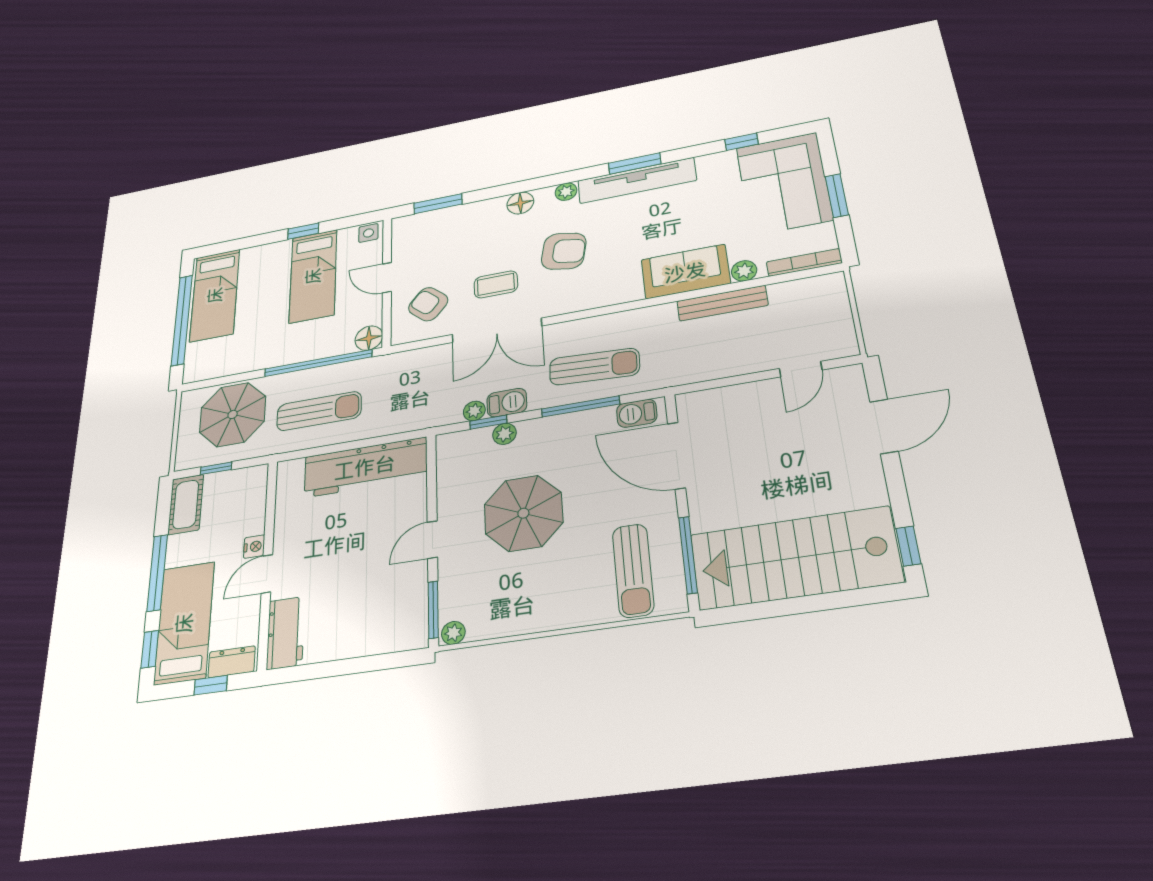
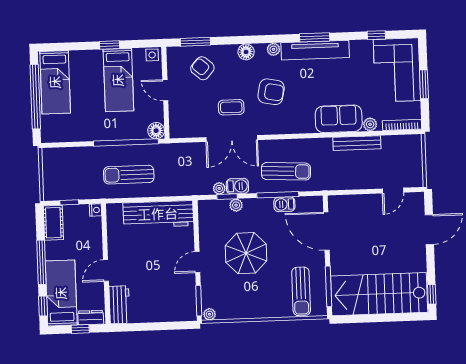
armchair: (428, 304) -> (202, 68), moved
sun lounger: (319, 411) -> (129, 175), turned 180
barbecue: (637, 413) -> (284, 204), moved
parasol: (233, 414) -> (76, 169), removed
nightstand: (254, 547) -> (96, 210), moved

